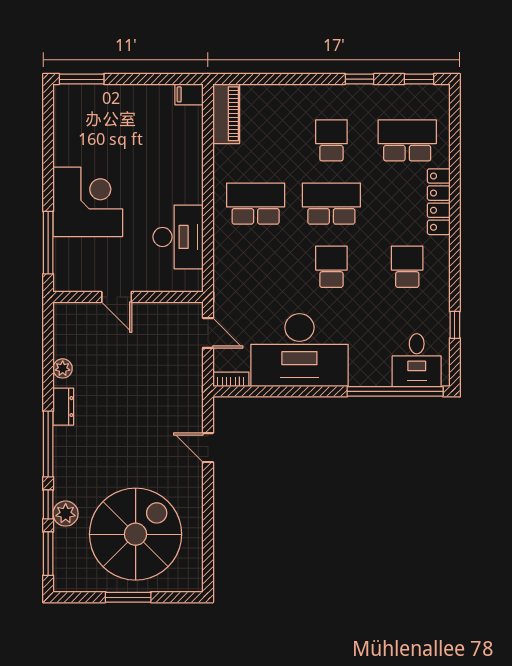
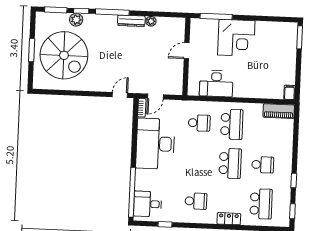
locker: (439, 202) -> (229, 219), width x0.66
school desk: (331, 267) -> (199, 123), moved
door: (208, 333) -> (155, 96), moved
dresser: (63, 407) -> (131, 21), width x1.44
door: (208, 448) -> (120, 95), moved

